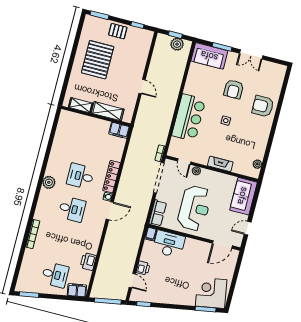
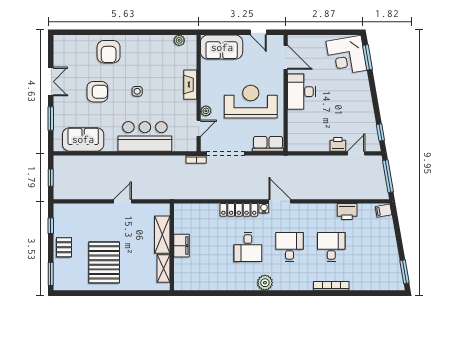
plant: (177, 44) -> (61, 173), removed
sofa: (209, 56) -> (83, 139), moved, turned -90
pallet: (98, 60) -> (104, 262), turned 90
filing cabinet: (119, 130) -> (181, 246), moved
filing cabinet: (151, 234) -> (295, 146), removed
desk: (169, 244) -> (301, 92), moved
desk: (55, 275) -> (331, 247), moved
filing cabinet: (77, 290) -> (384, 211), width x0.50

